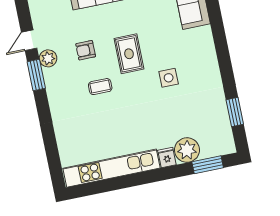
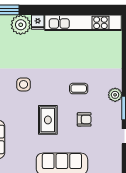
rug: (129, 54) -> (48, 120), moved
plant: (48, 58) -> (115, 95), moved

